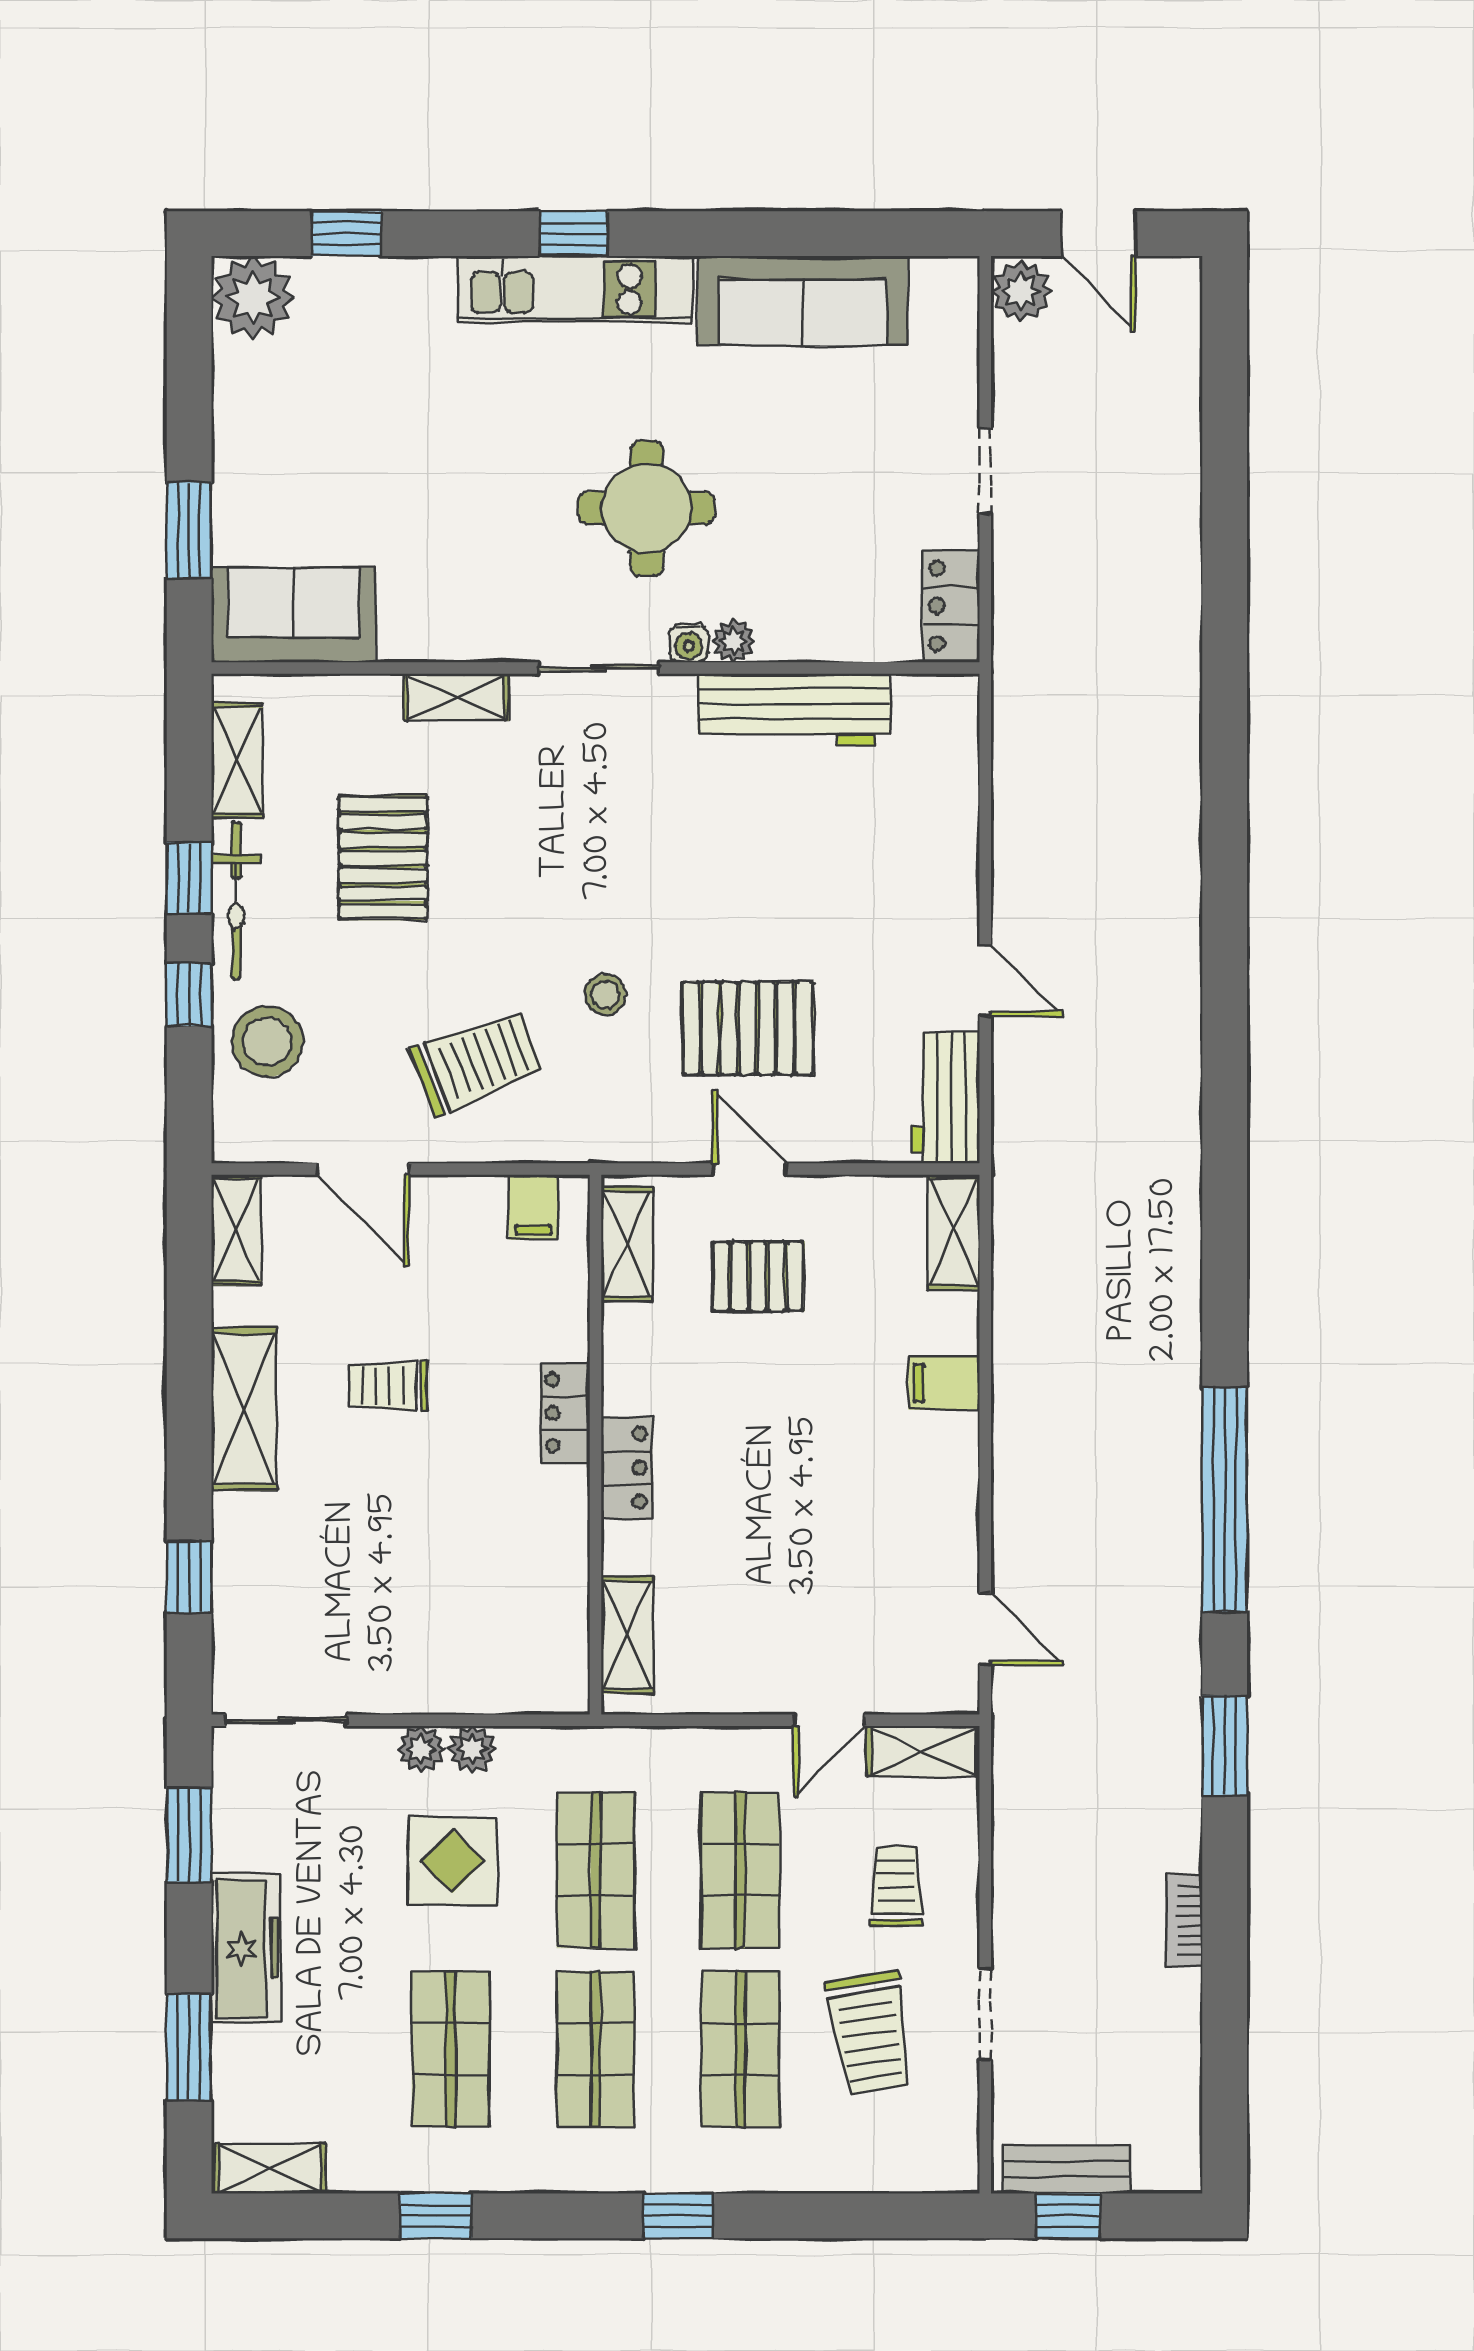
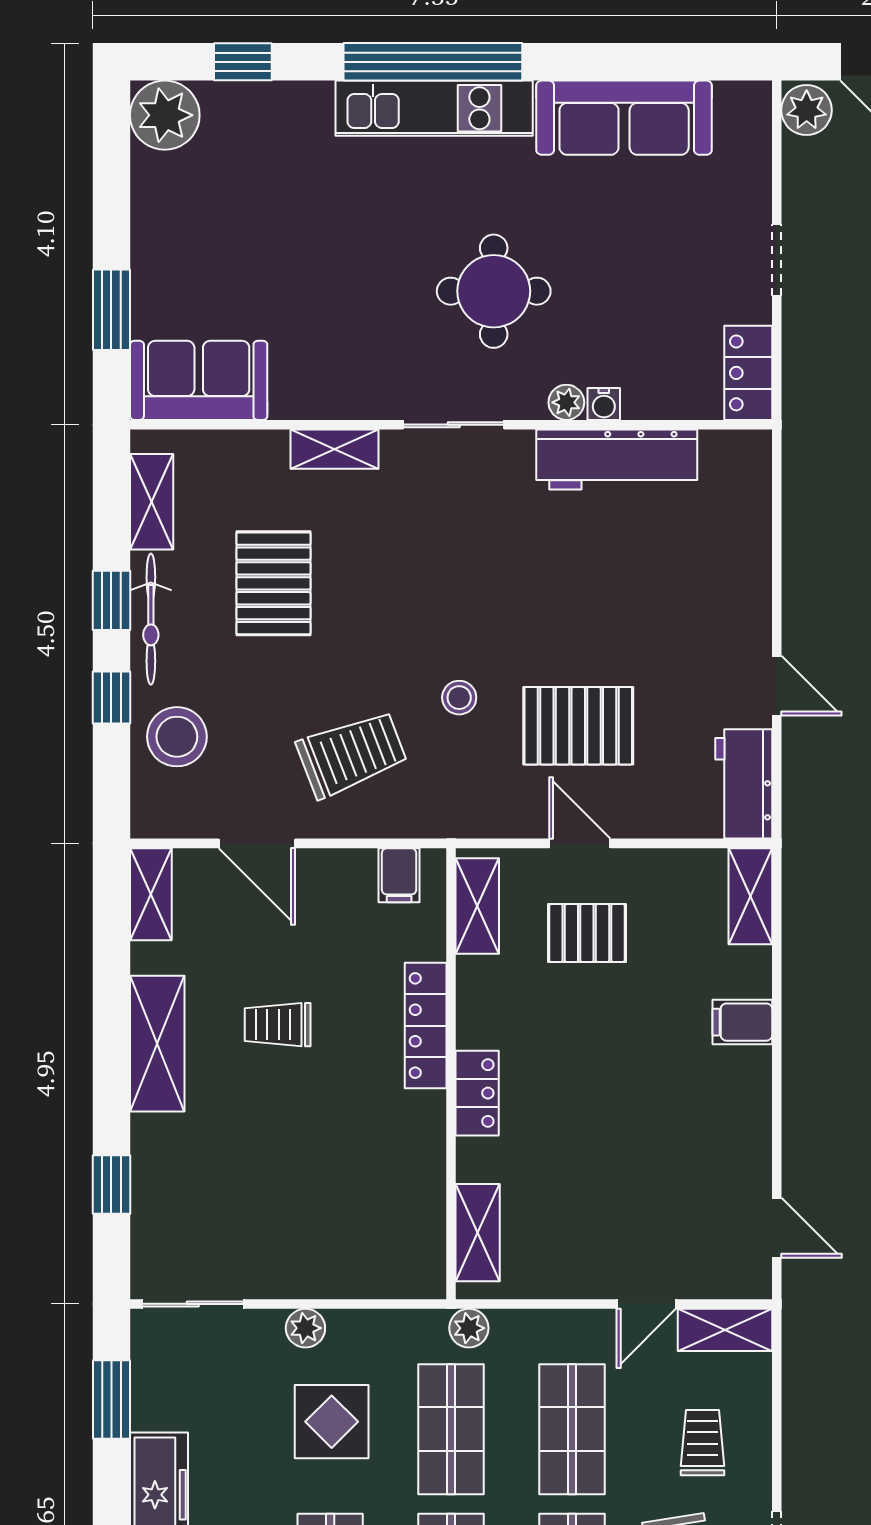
window: (574, 234) -> (433, 62), width x3.17
water cooler: (689, 643) -> (604, 404), moved
locker: (565, 1413) -> (426, 1026), width x1.53
plant: (472, 1749) -> (469, 1328), moved

